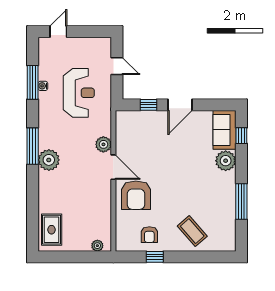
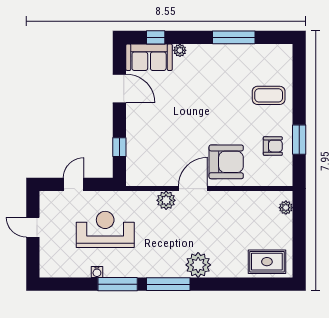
door: (58, 32) -> (33, 227), moved
window: (33, 82) -> (118, 284), moved
door: (180, 105) -> (119, 88), moved
plant: (49, 160) -> (198, 265), moved
plant: (226, 161) -> (180, 50), width x0.53, depth x0.53
coffee table: (192, 231) -> (269, 95), turned 41
window: (155, 257) -> (299, 140), width x1.50

